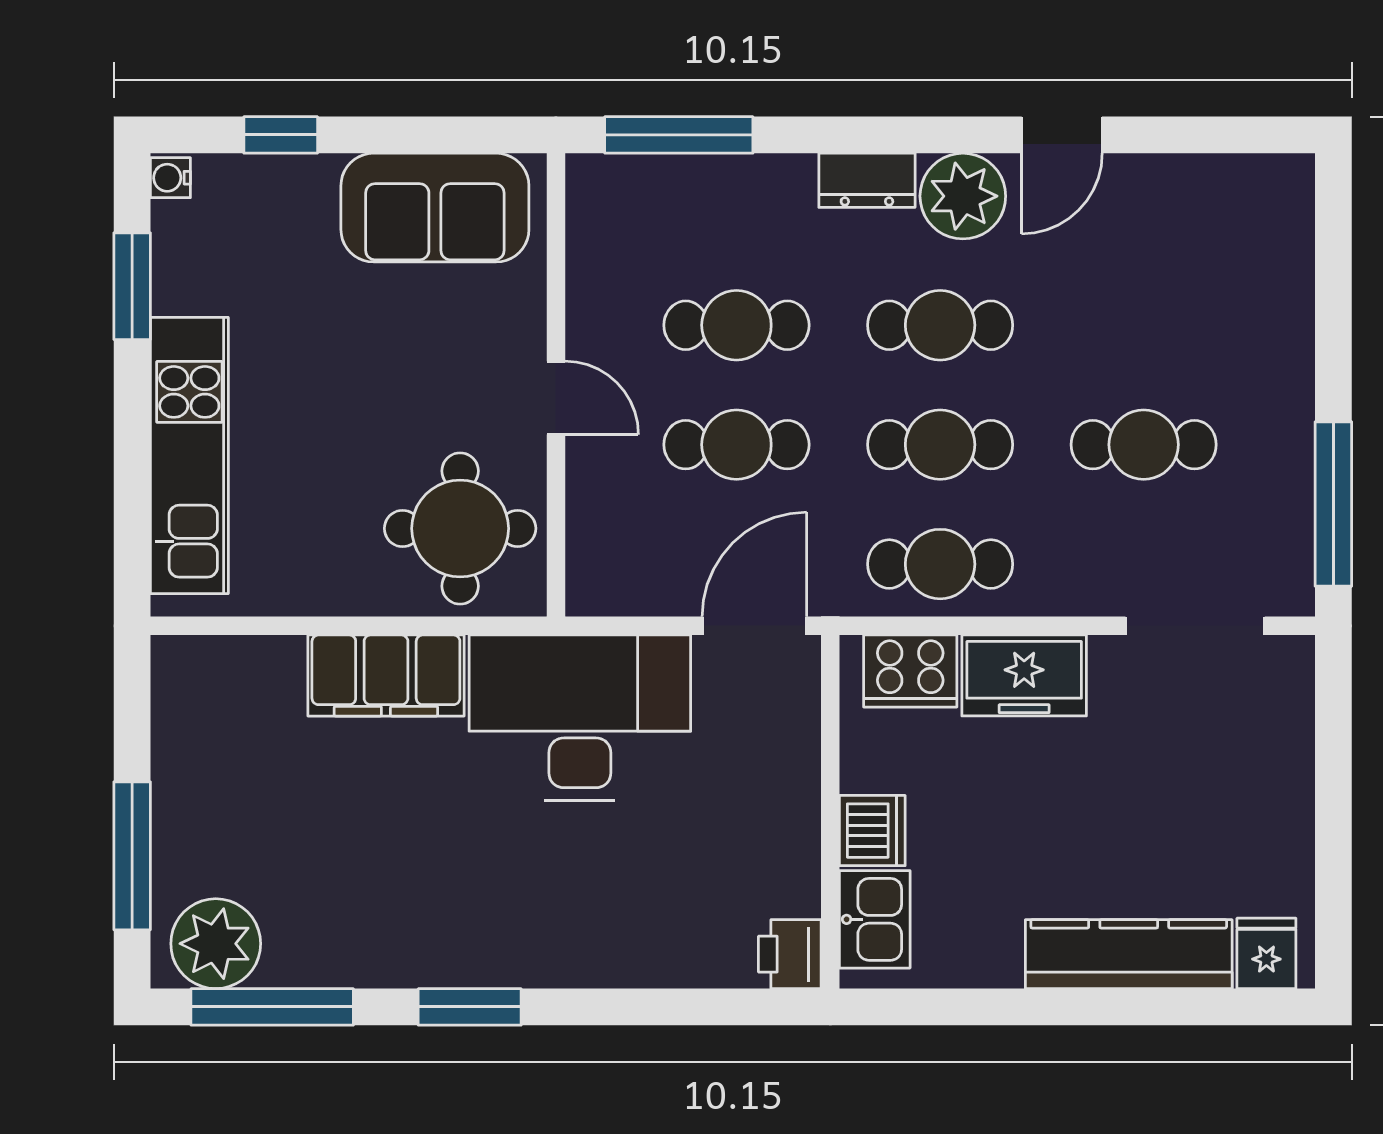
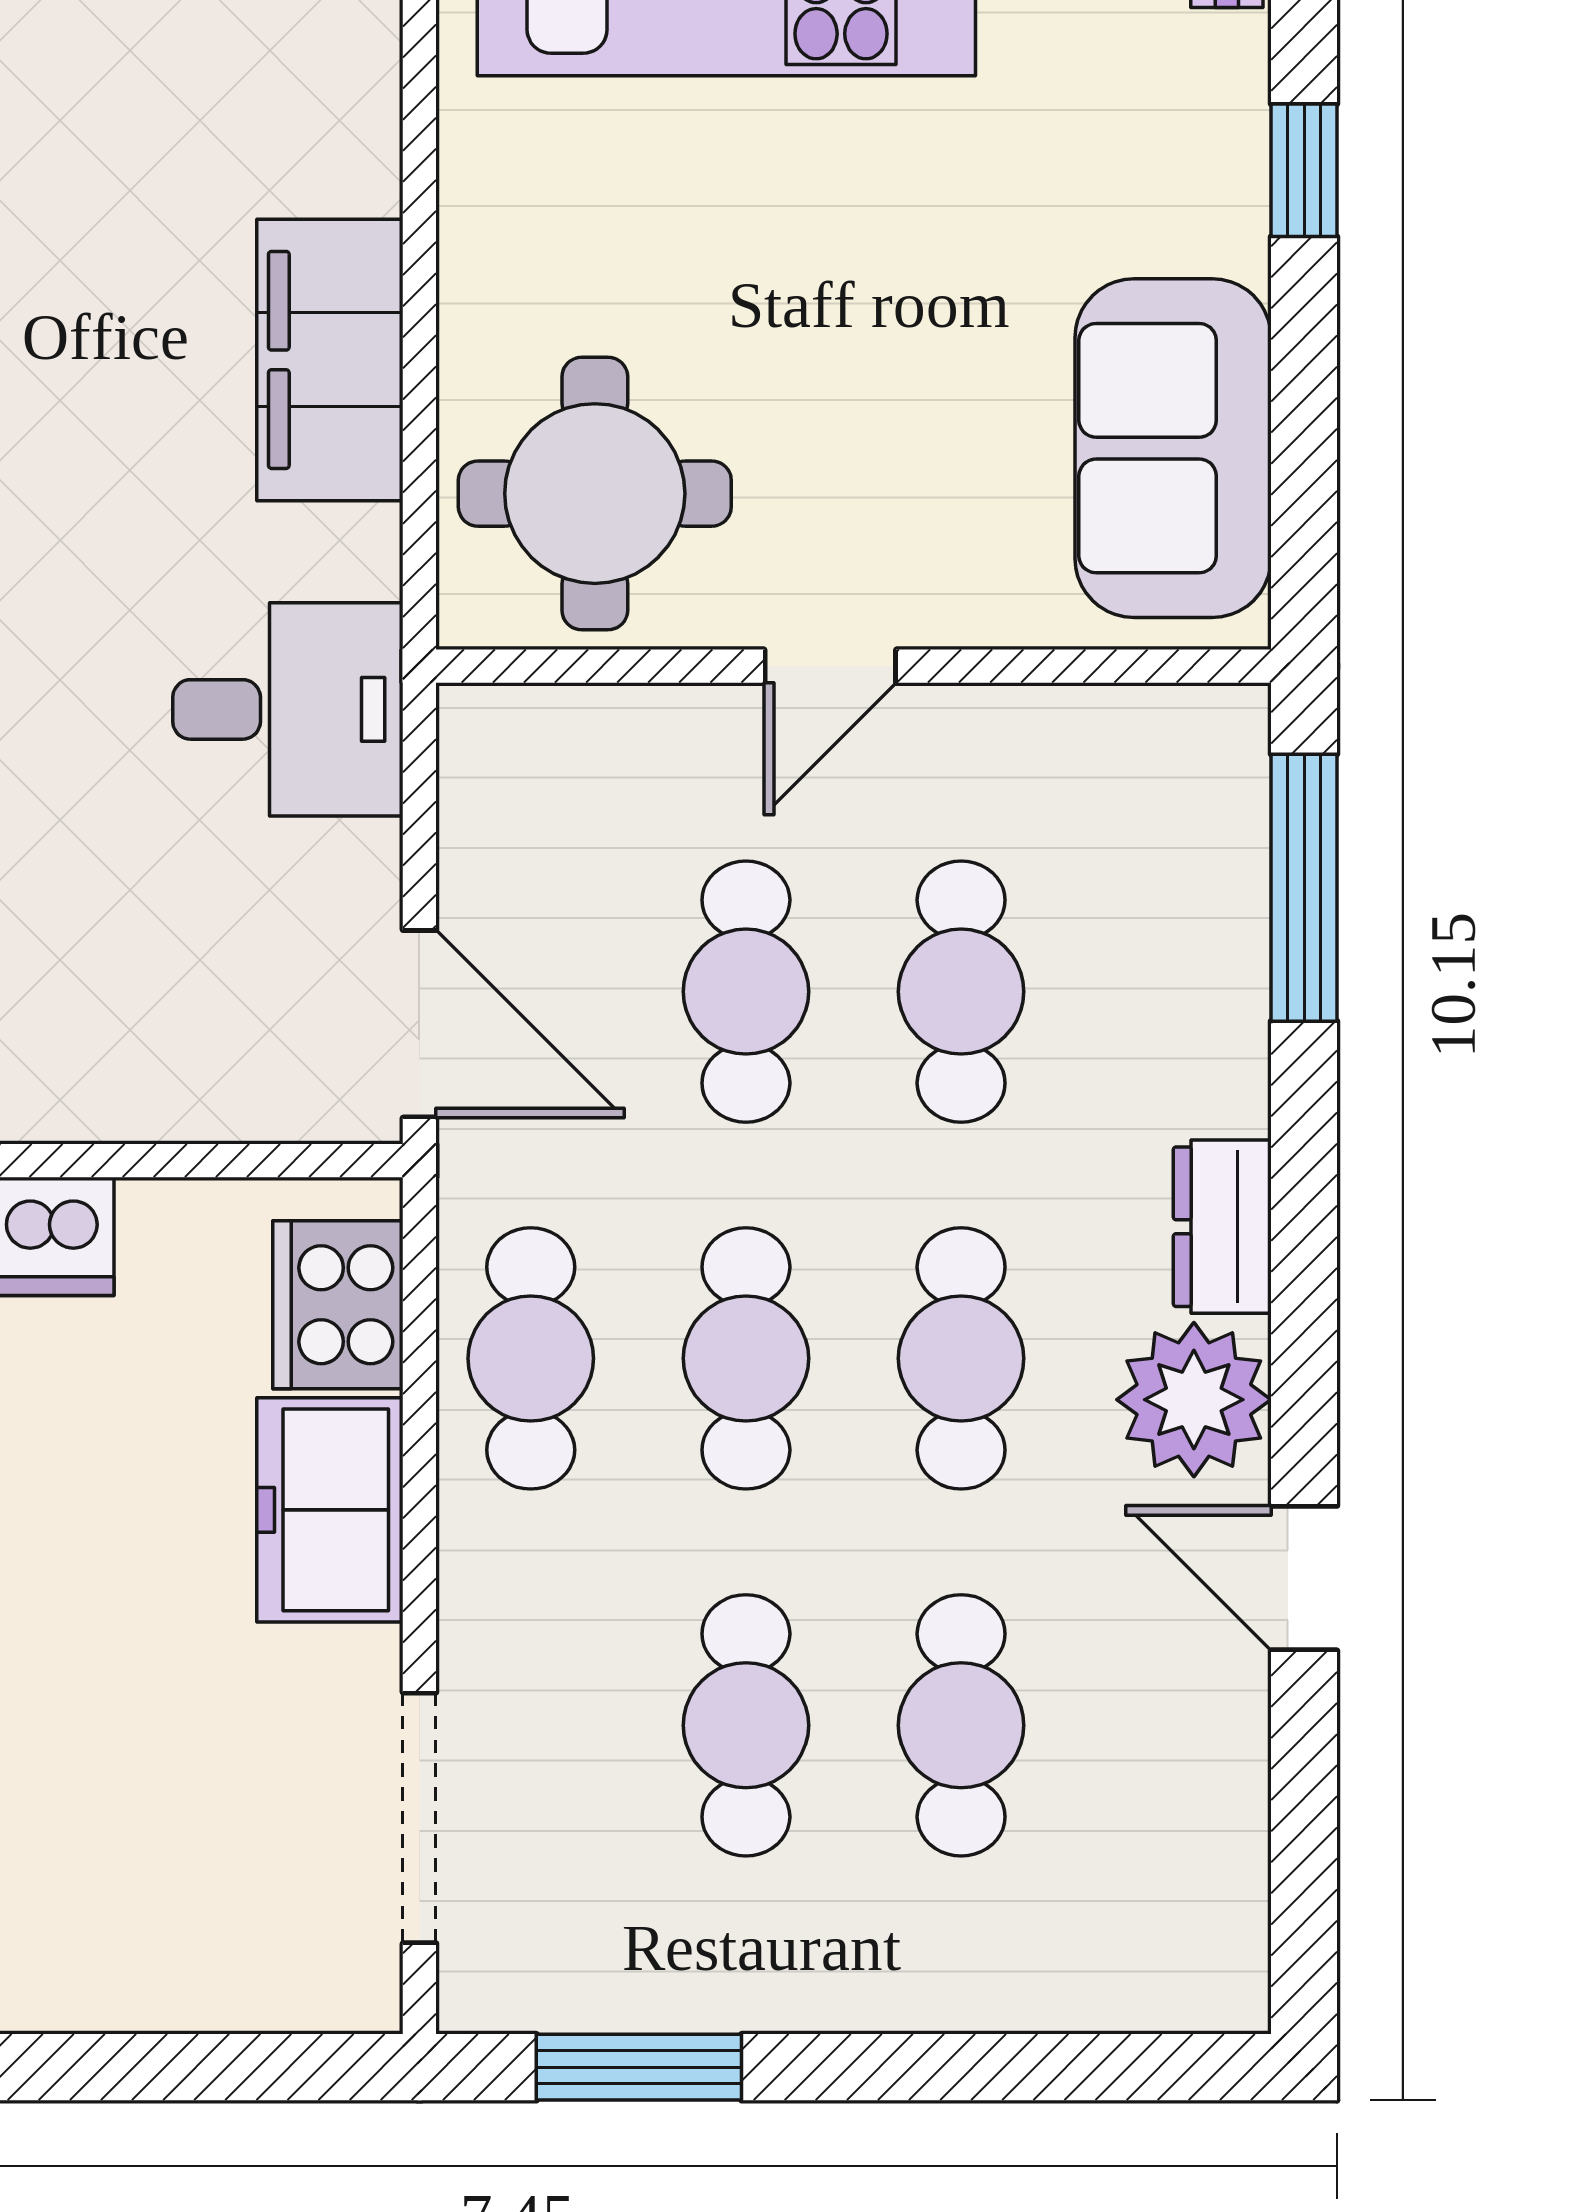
cafe table: (1144, 325) -> (961, 1725), added
window: (1333, 504) -> (639, 2067), width x0.69
desk: (580, 718) -> (288, 709), width x0.53, depth x0.77

